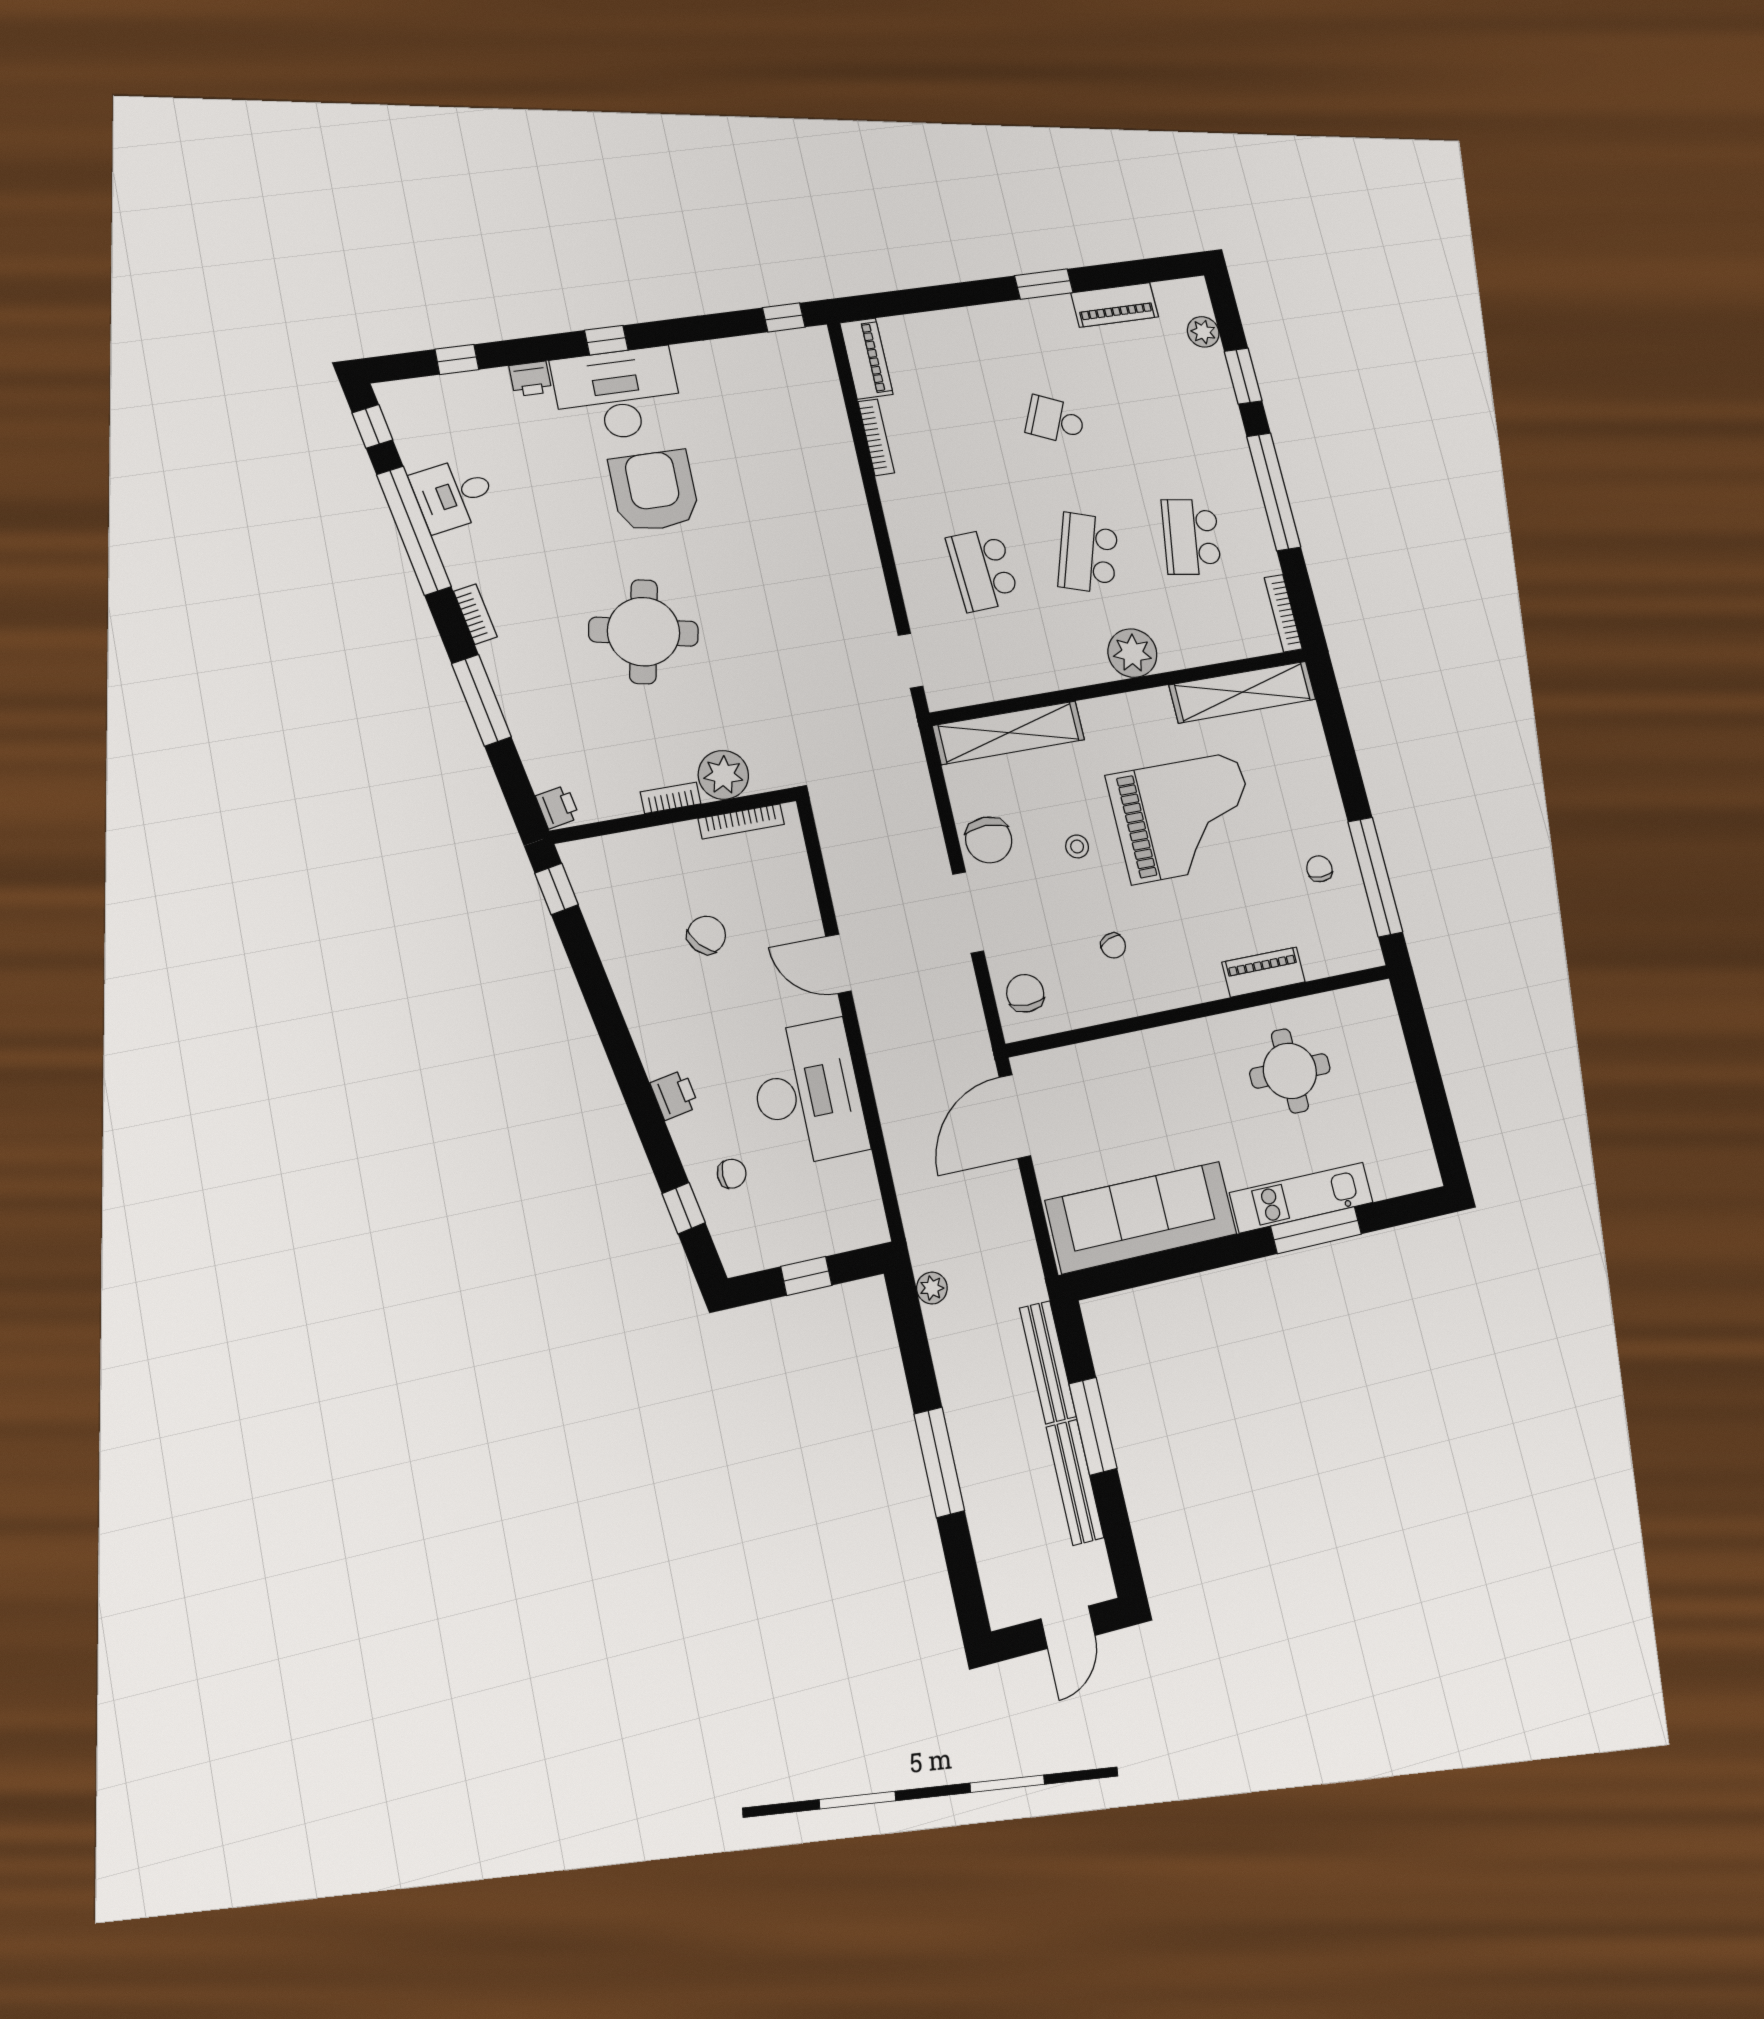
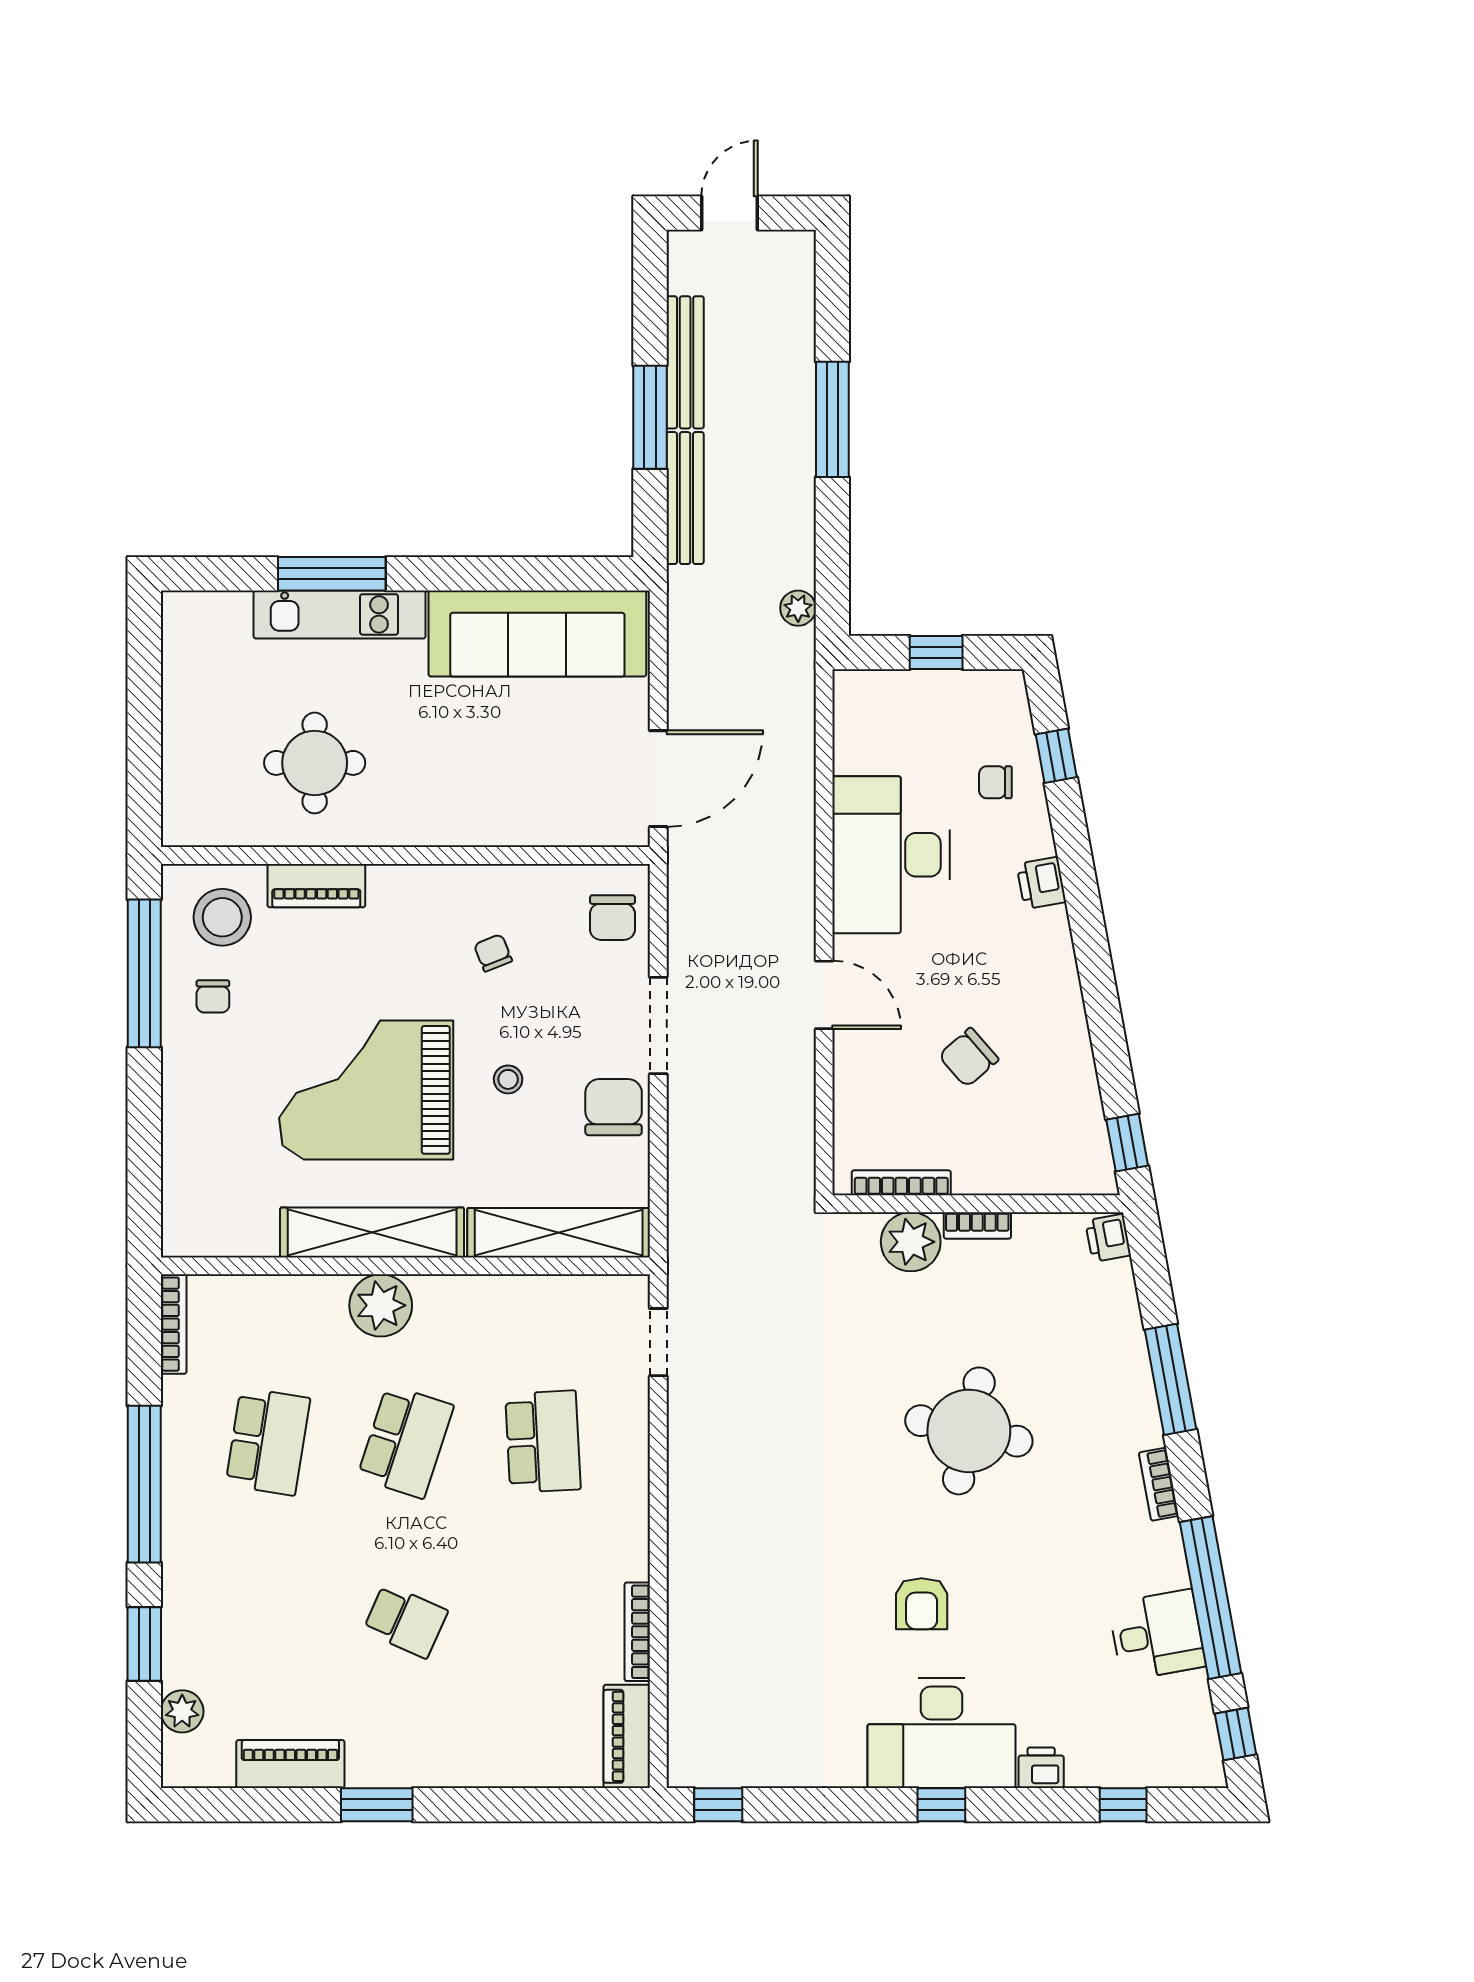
armchair: (654, 491) -> (922, 1604), width x0.53, depth x0.53
shelving: (1243, 692) -> (372, 1233), moved
stool: (1329, 932) -> (222, 917), added

